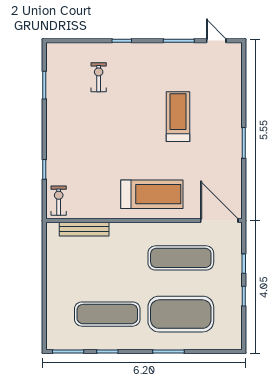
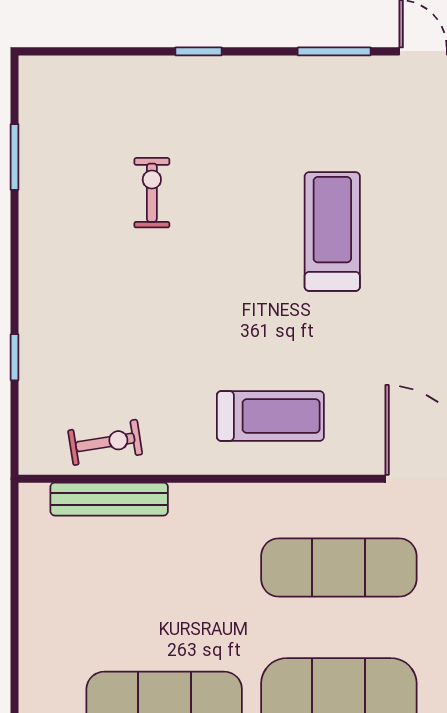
exercise bike: (99, 77) -> (152, 193), moved
treadmill: (152, 194) -> (270, 416), width x0.73, depth x0.73
exercise bike: (59, 201) -> (105, 442), moved, turned 81

